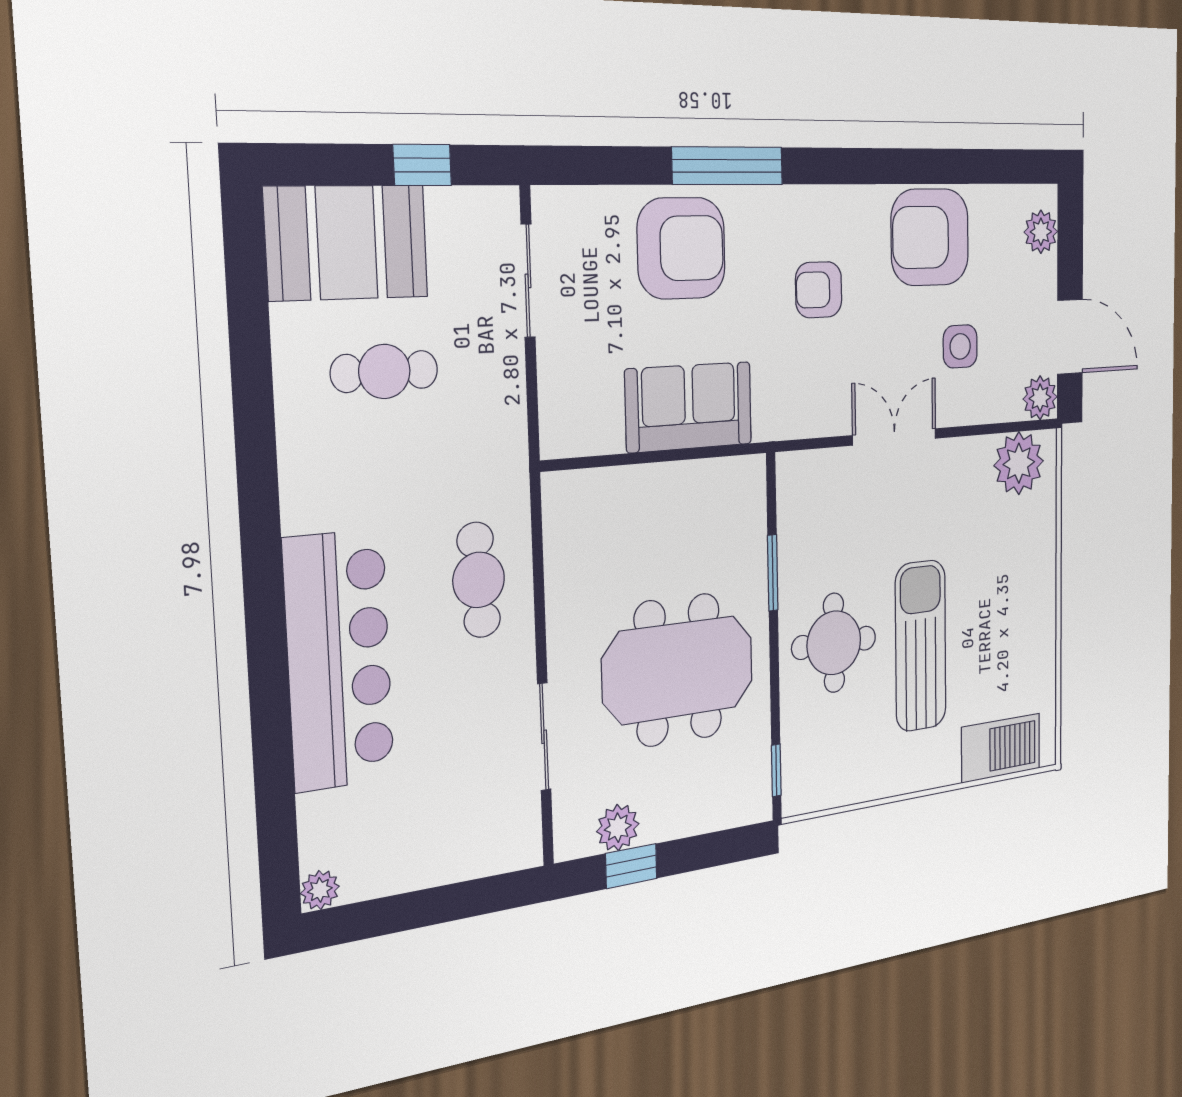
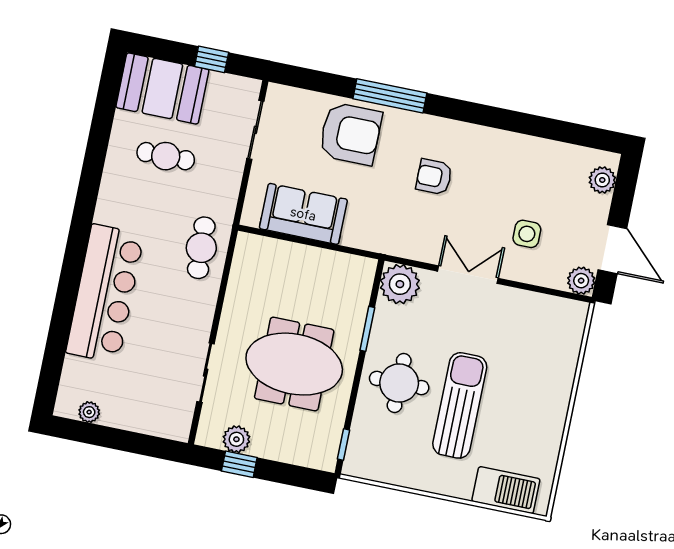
armchair: (930, 237) -> (518, 165), removed
sofa: (689, 407) -> (303, 214), moved
plant: (1019, 463) -> (400, 284), moved
cafe table: (479, 580) -> (201, 248), moved
plant: (320, 890) -> (89, 412), moved

